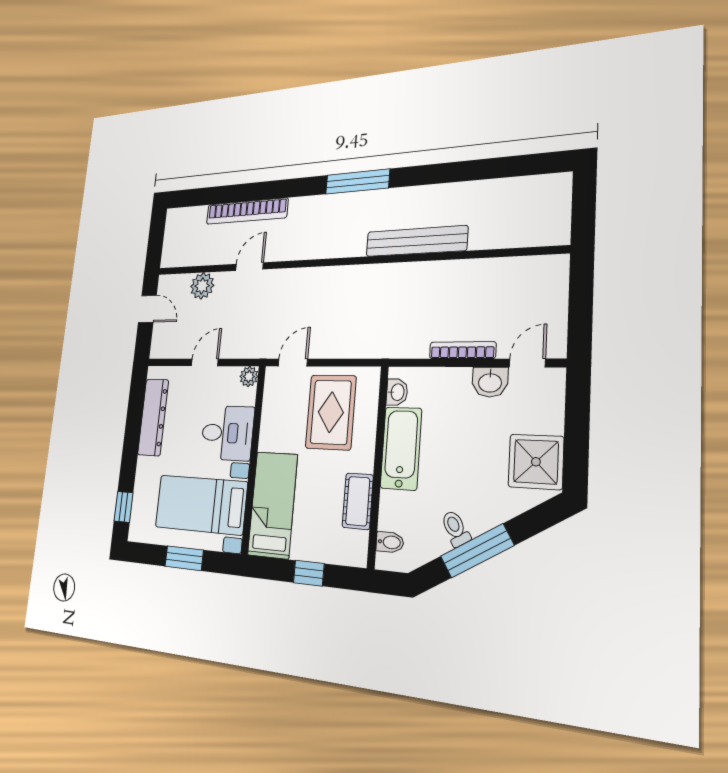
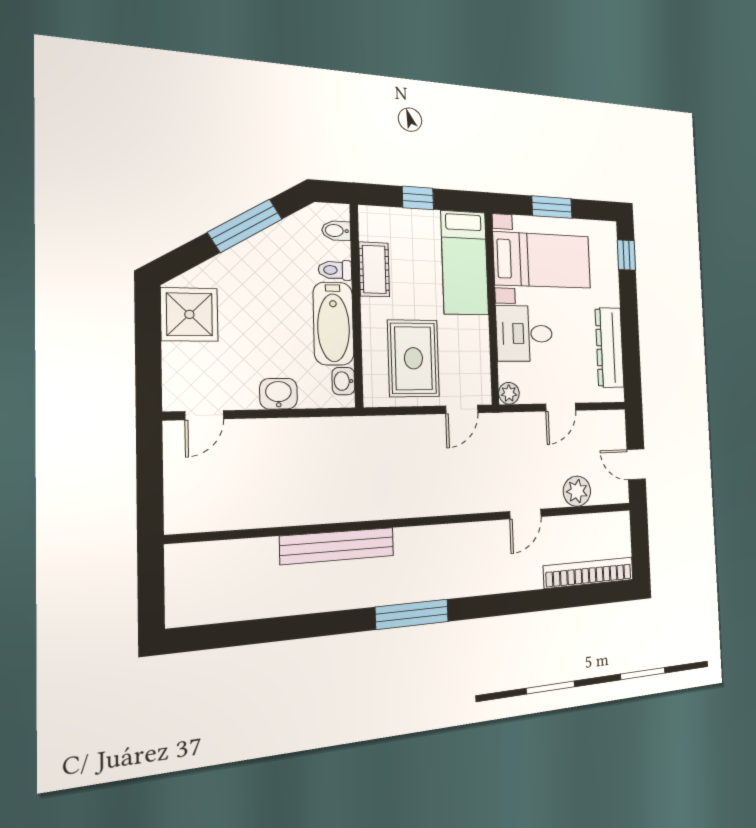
bookcase: (247, 211) -> (589, 573), moved
bookcase: (462, 350) -> (276, 427), removed
washbasin: (490, 382) -> (279, 394), moved
toilet: (456, 529) -> (335, 270), moved, turned 121

